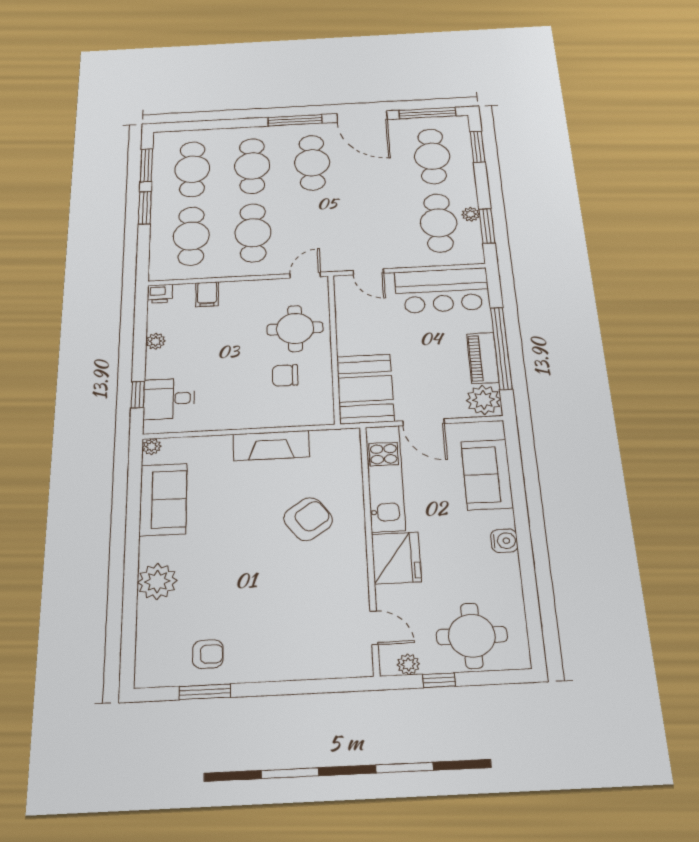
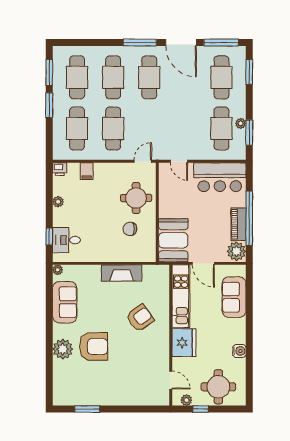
water cooler: (504, 541) -> (239, 351), moved
armchair: (208, 654) -> (94, 346), moved, width x1.88, depth x1.88

